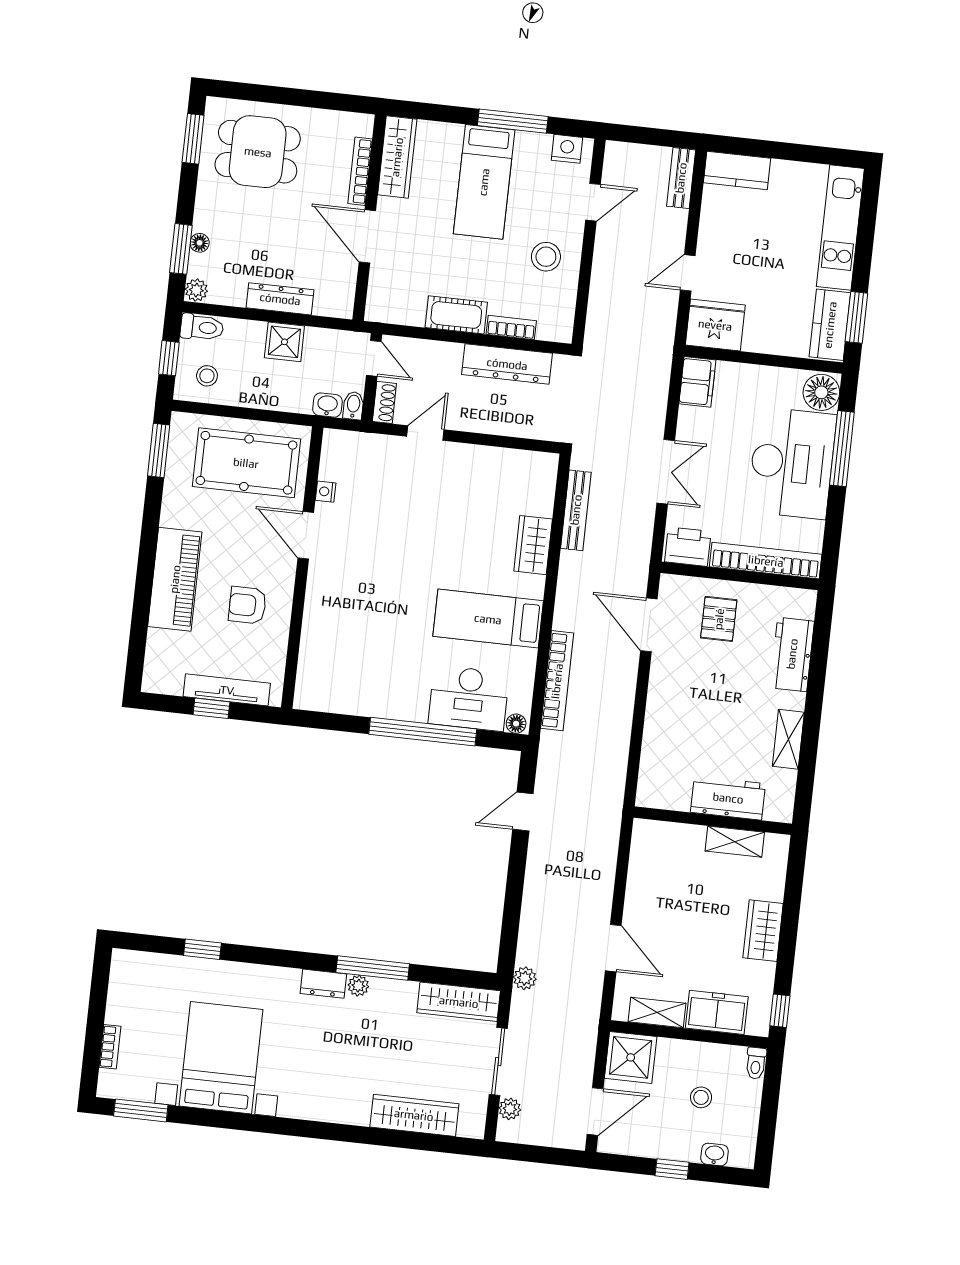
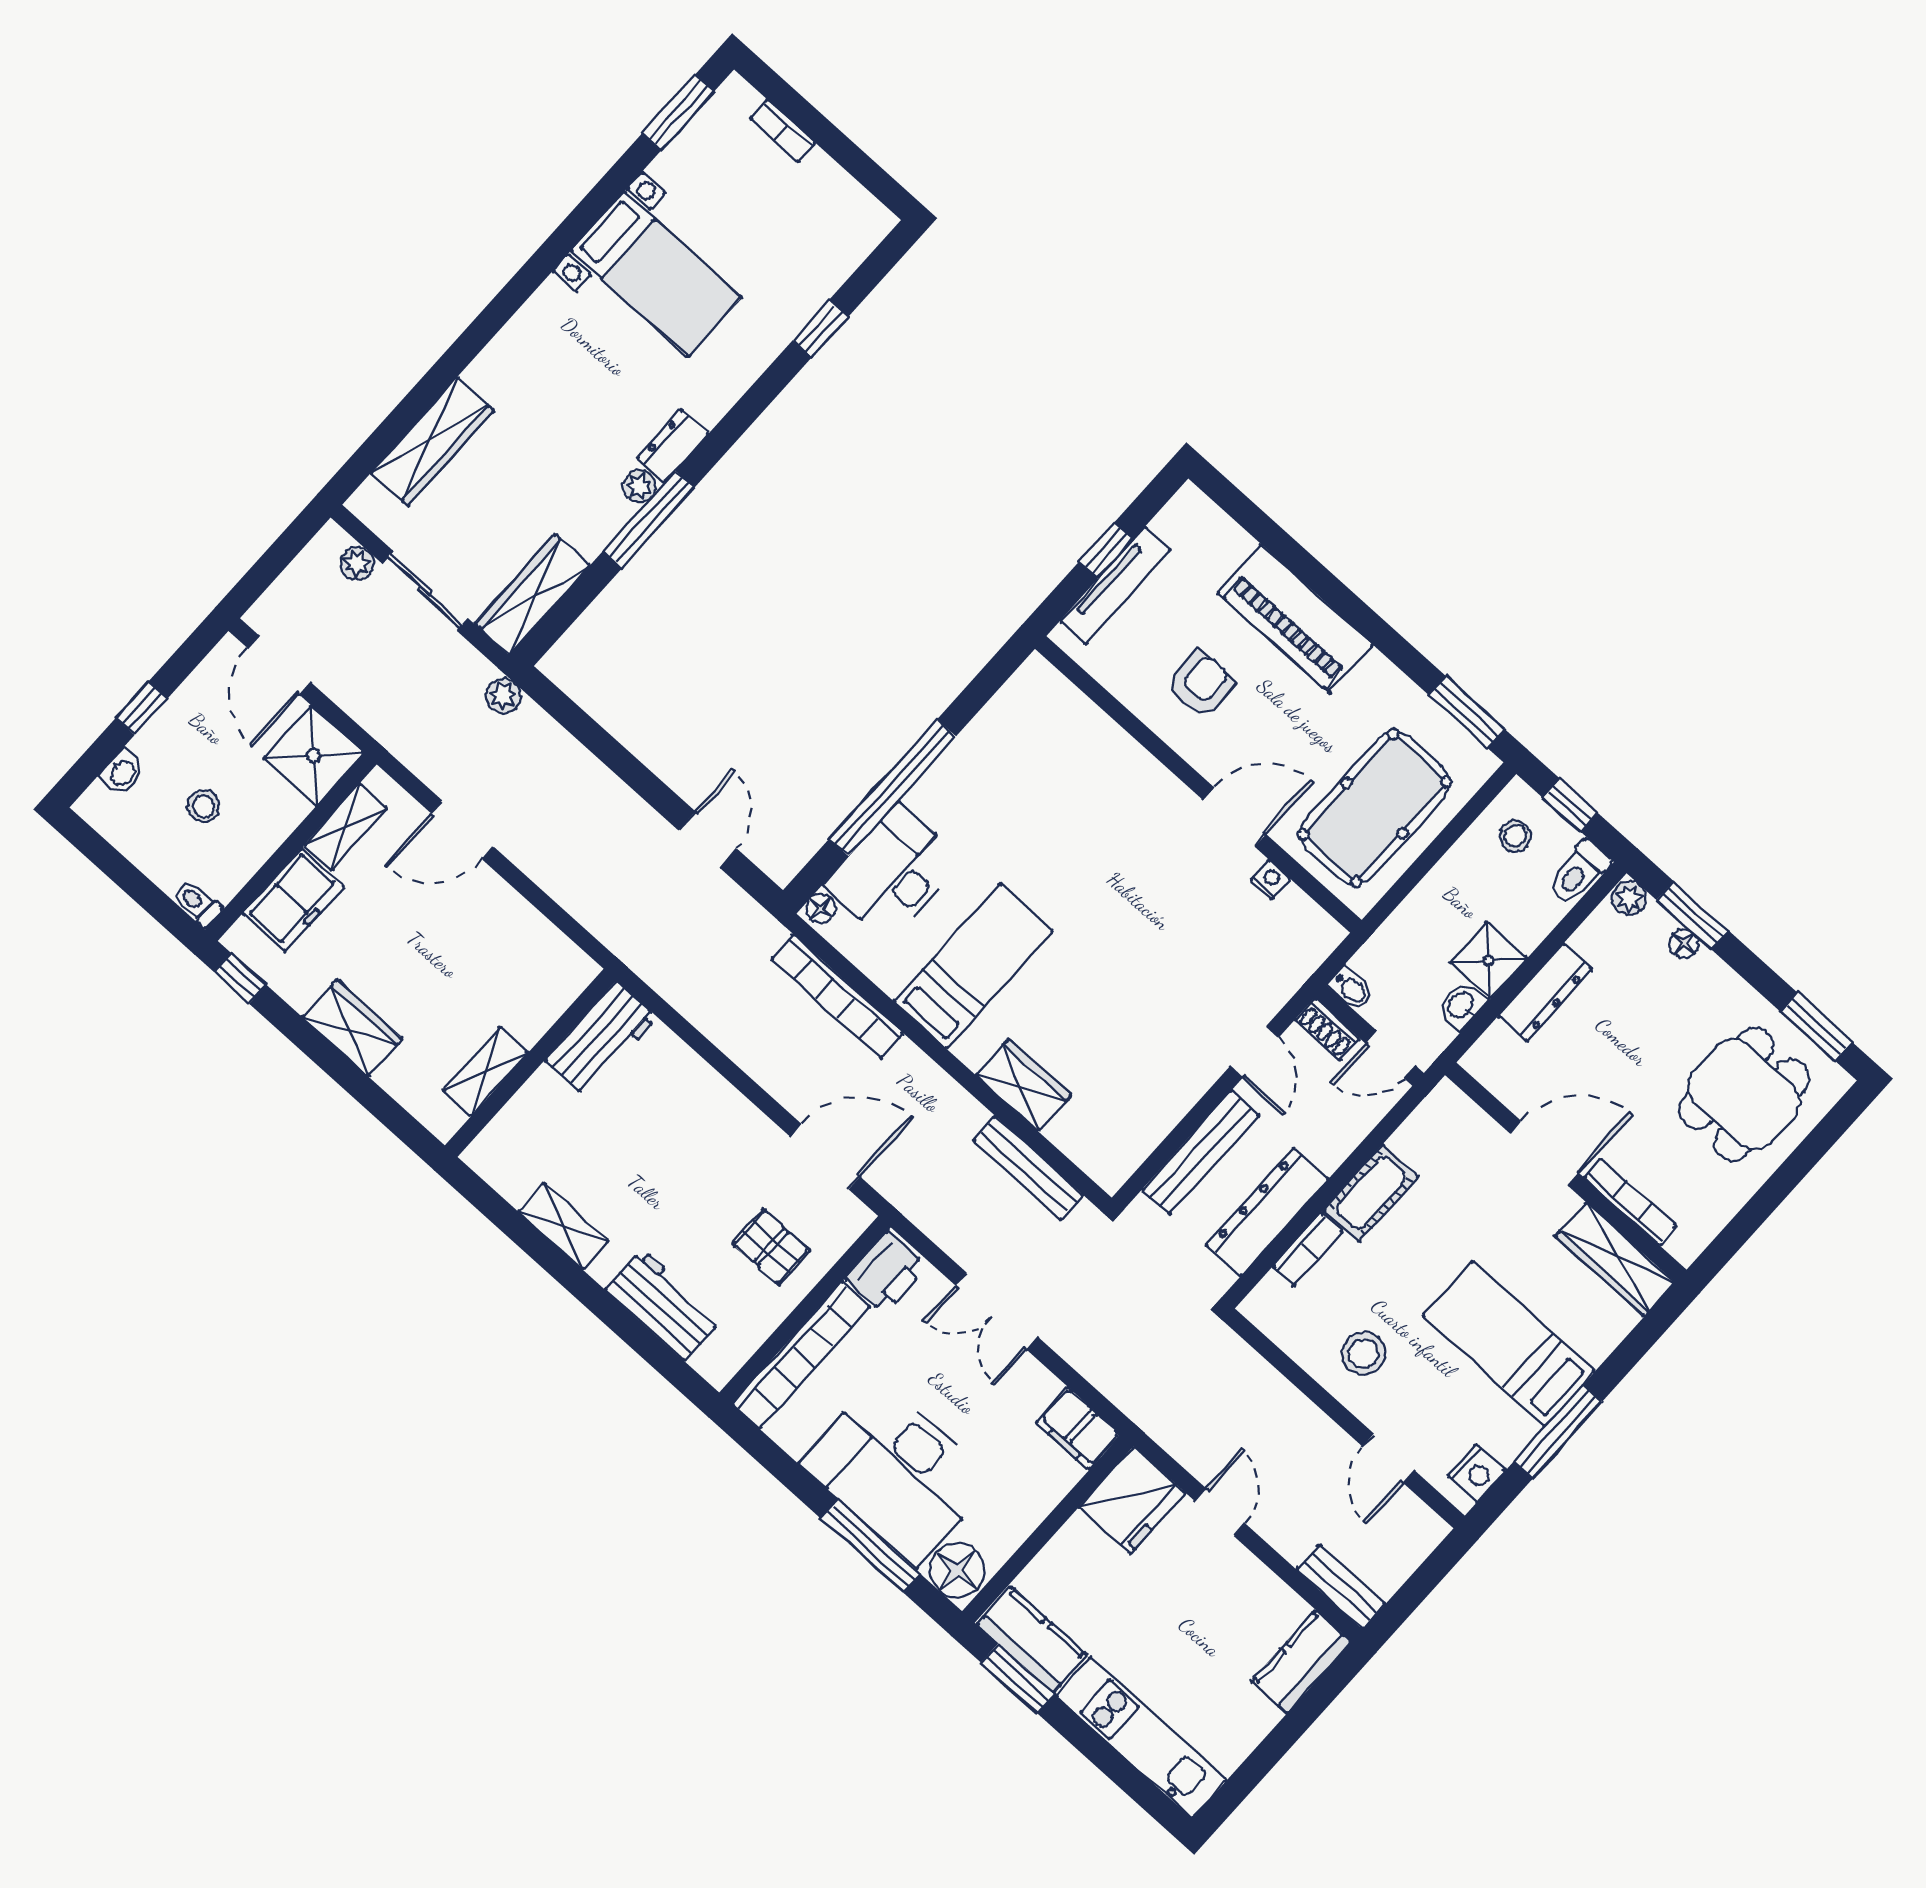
washbasin: (327, 405) -> (1461, 1006), moved, turned 180
bench: (500, 423) -> (1201, 1152), added
workbench: (728, 798) -> (601, 1039), moved
bed with nightstands: (221, 1058) -> (656, 274), width x0.73

